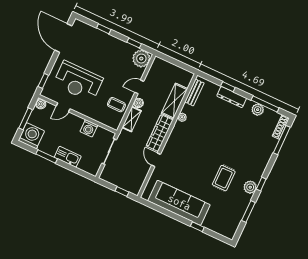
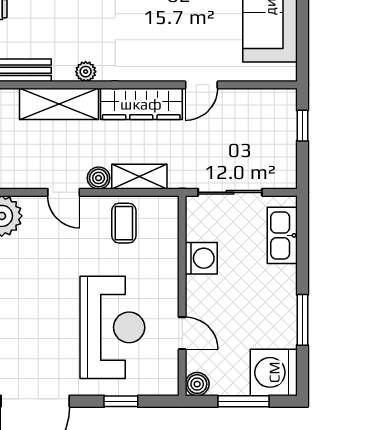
window: (43, 81) -> (121, 401), moved
kitchen sink: (68, 157) -> (282, 235), moved

